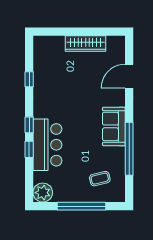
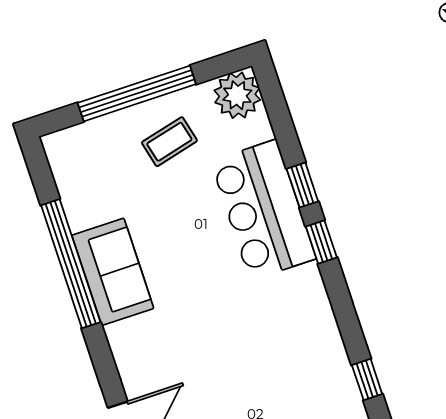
window: (29, 79) -> (367, 380), moved
sofa: (114, 126) -> (113, 272), moved
coffee table: (100, 179) -> (169, 142), moved

